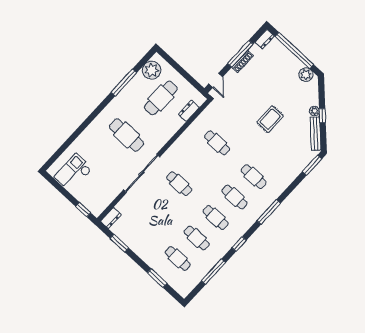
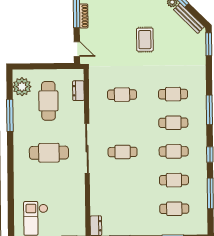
sliding door: (142, 173) -> (87, 149), moved

